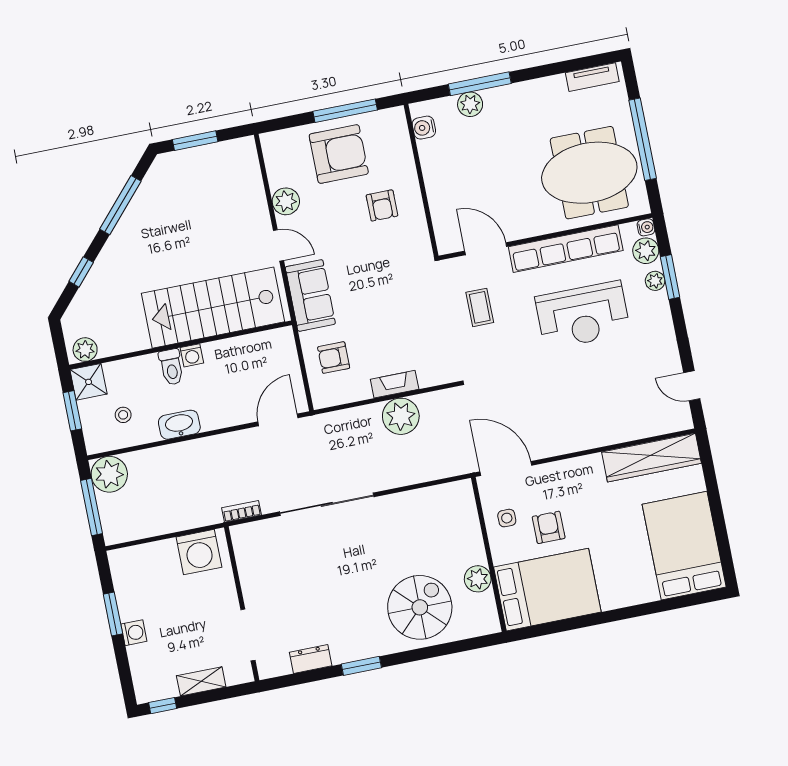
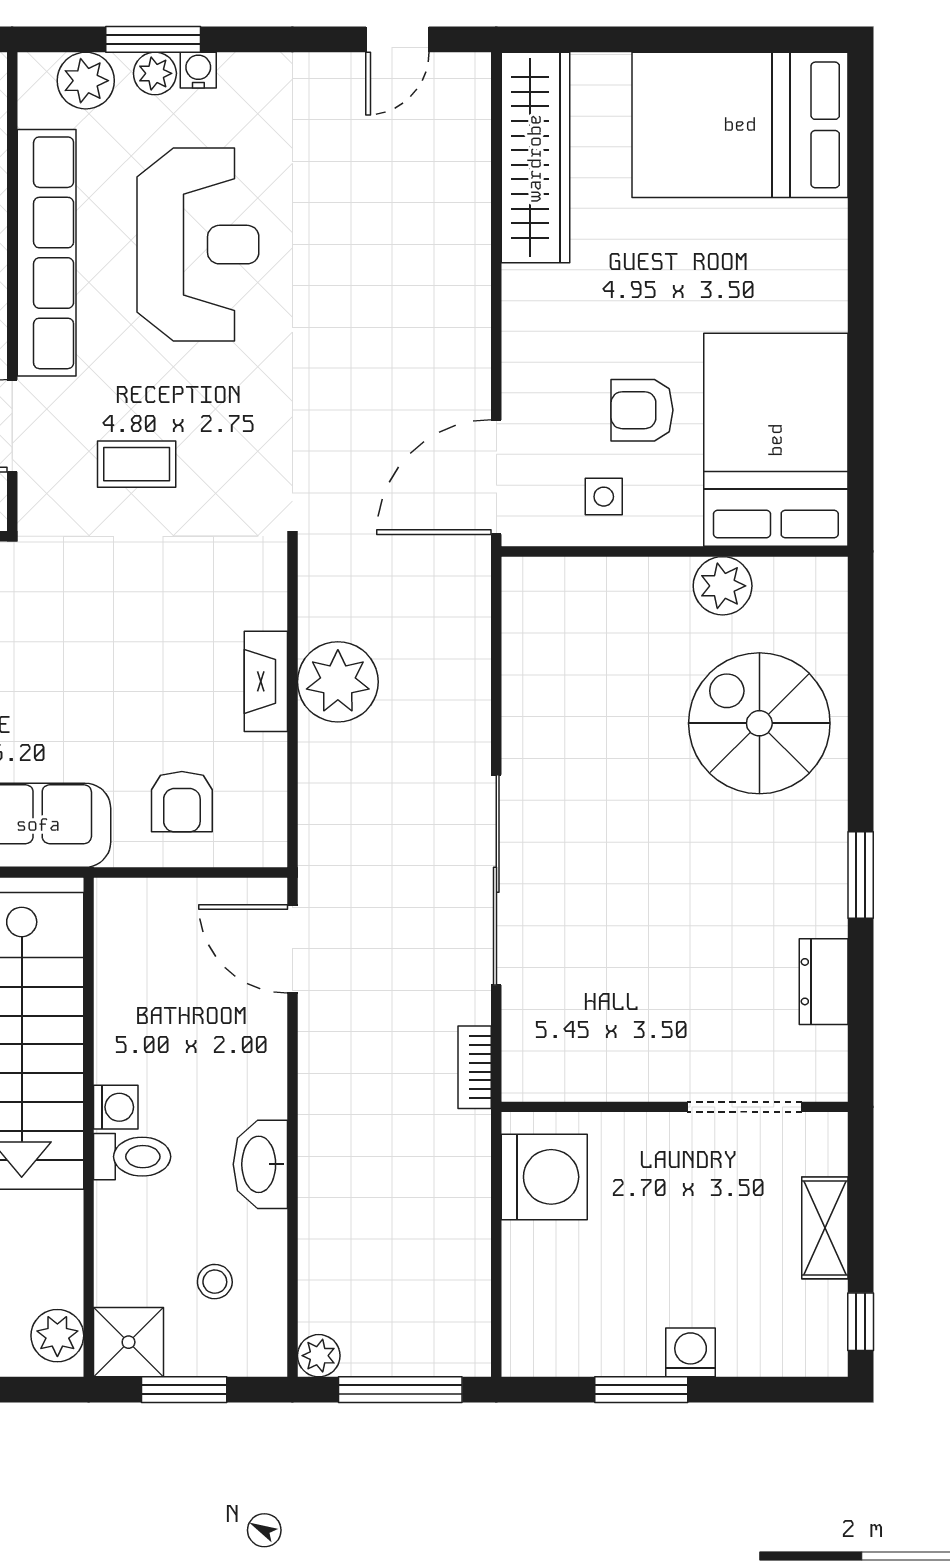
water cooler: (646, 227) -> (198, 70), moved
plant: (109, 474) -> (319, 1356), width x0.53, depth x0.53

